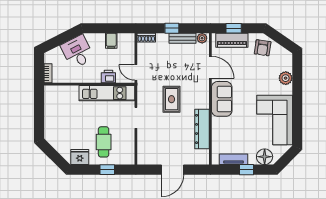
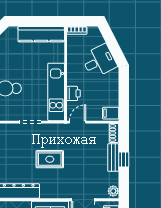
bench: (183, 38) -> (113, 158), moved
filing cabinet: (111, 41) -> (111, 113), moved
kitchen counter: (52, 107) -> (41, 34), added

